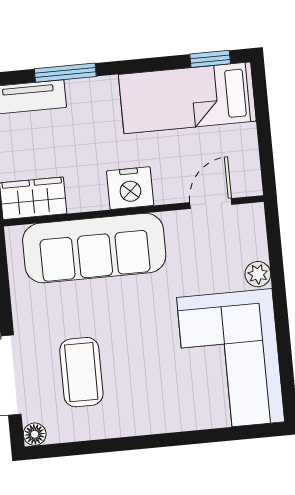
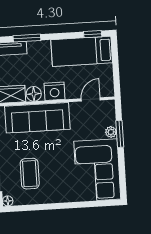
floor lamp: (84, 196) -> (34, 94), added
window: (278, 278) -> (120, 134), added

